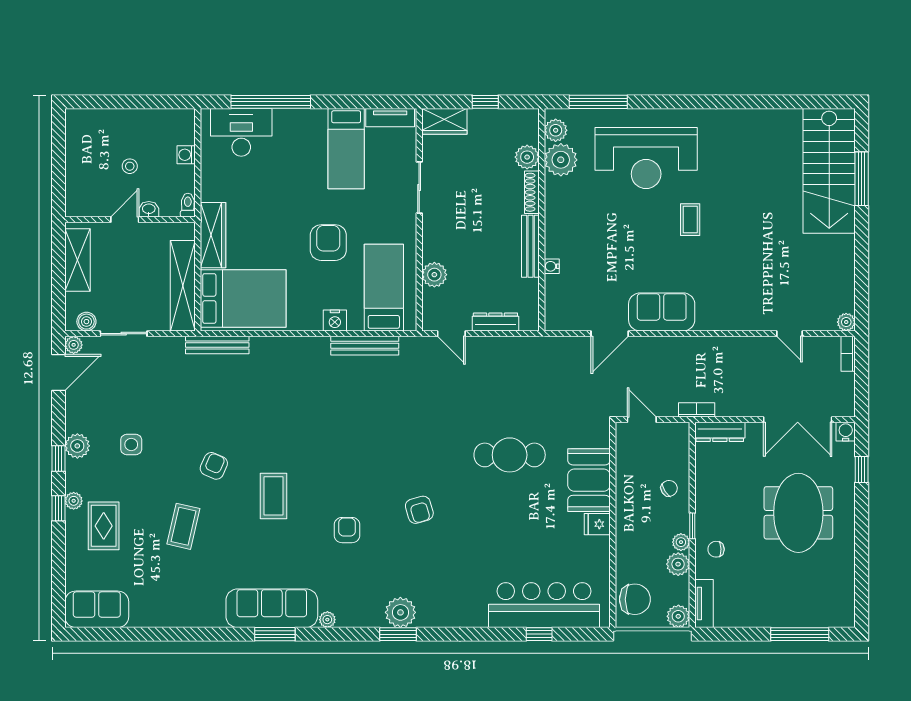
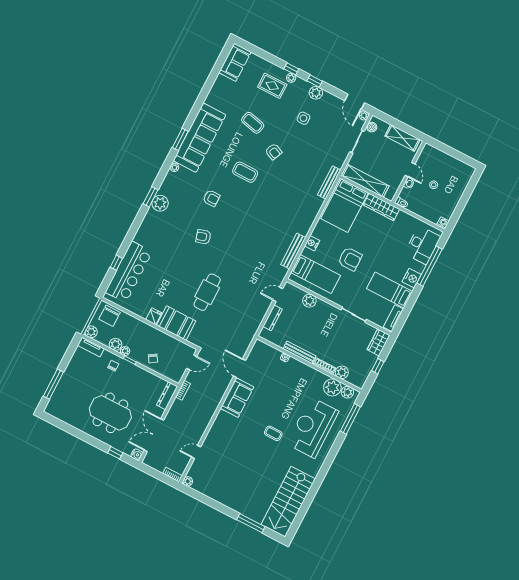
nightstand: (307, 122) -> (412, 278), added
washing machine: (186, 155) -> (443, 223), moved
stairs: (829, 171) -> (288, 502), moved, turned -90
sofa: (272, 608) -> (200, 138), width x1.36, depth x1.27

